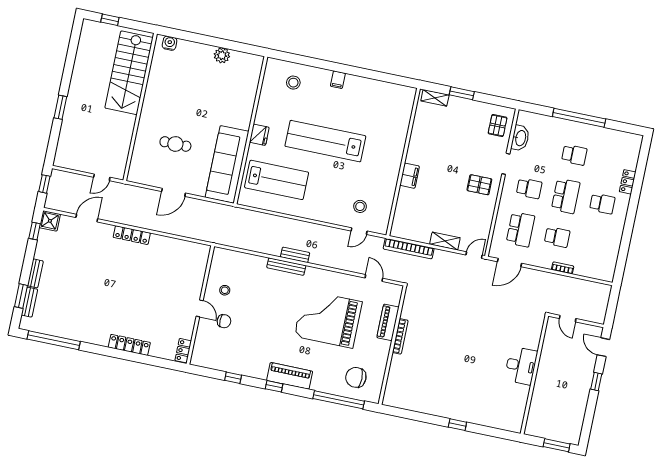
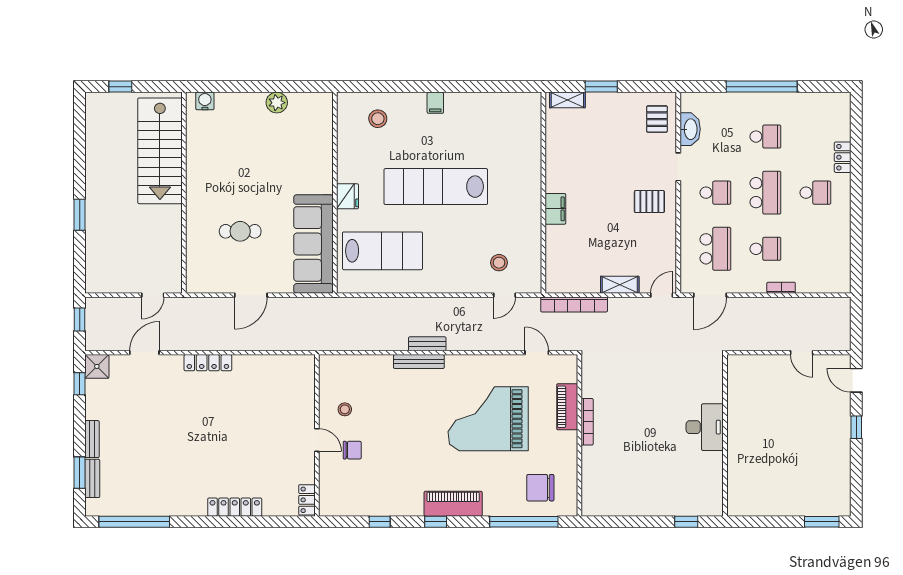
desk: (521, 366) -> (705, 427), moved
wall: (534, 375) -> (725, 435), moved

